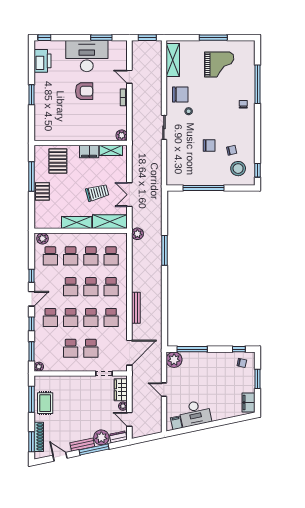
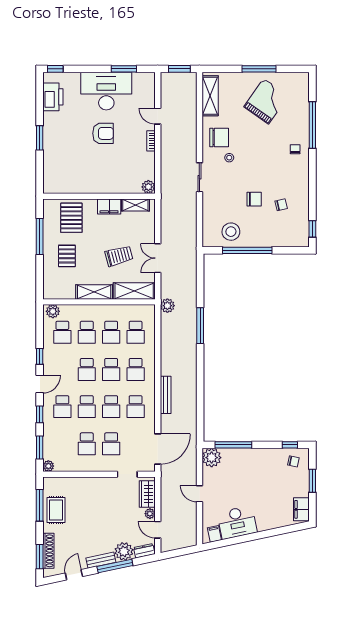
grand piano: (219, 64) -> (266, 101), turned -55
stool: (238, 169) -> (231, 232), moved
pallet: (42, 191) -> (67, 256), moved
door: (60, 457) -> (74, 575), hinge flipped

